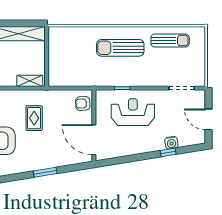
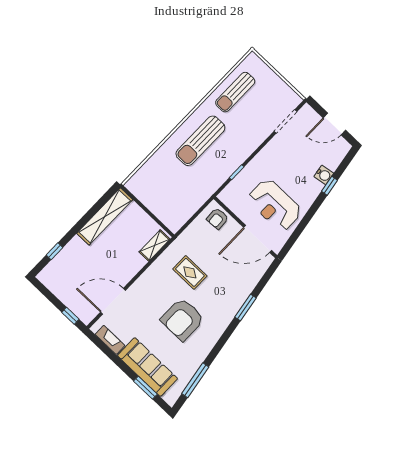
sun lounger: (170, 41) -> (235, 92), turned 180
reception desk: (133, 112) -> (275, 205), moved, turned -90

